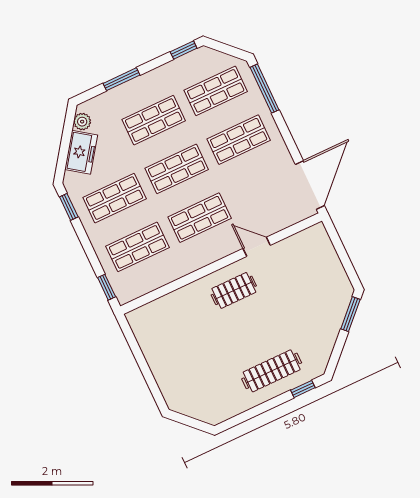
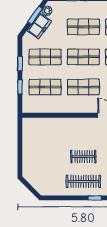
window: (66, 138) -> (35, 15), added
window: (69, 207) -> (20, 64), moved
window: (107, 287) -> (20, 87), moved
clothes rail: (234, 290) -> (83, 157), moved

